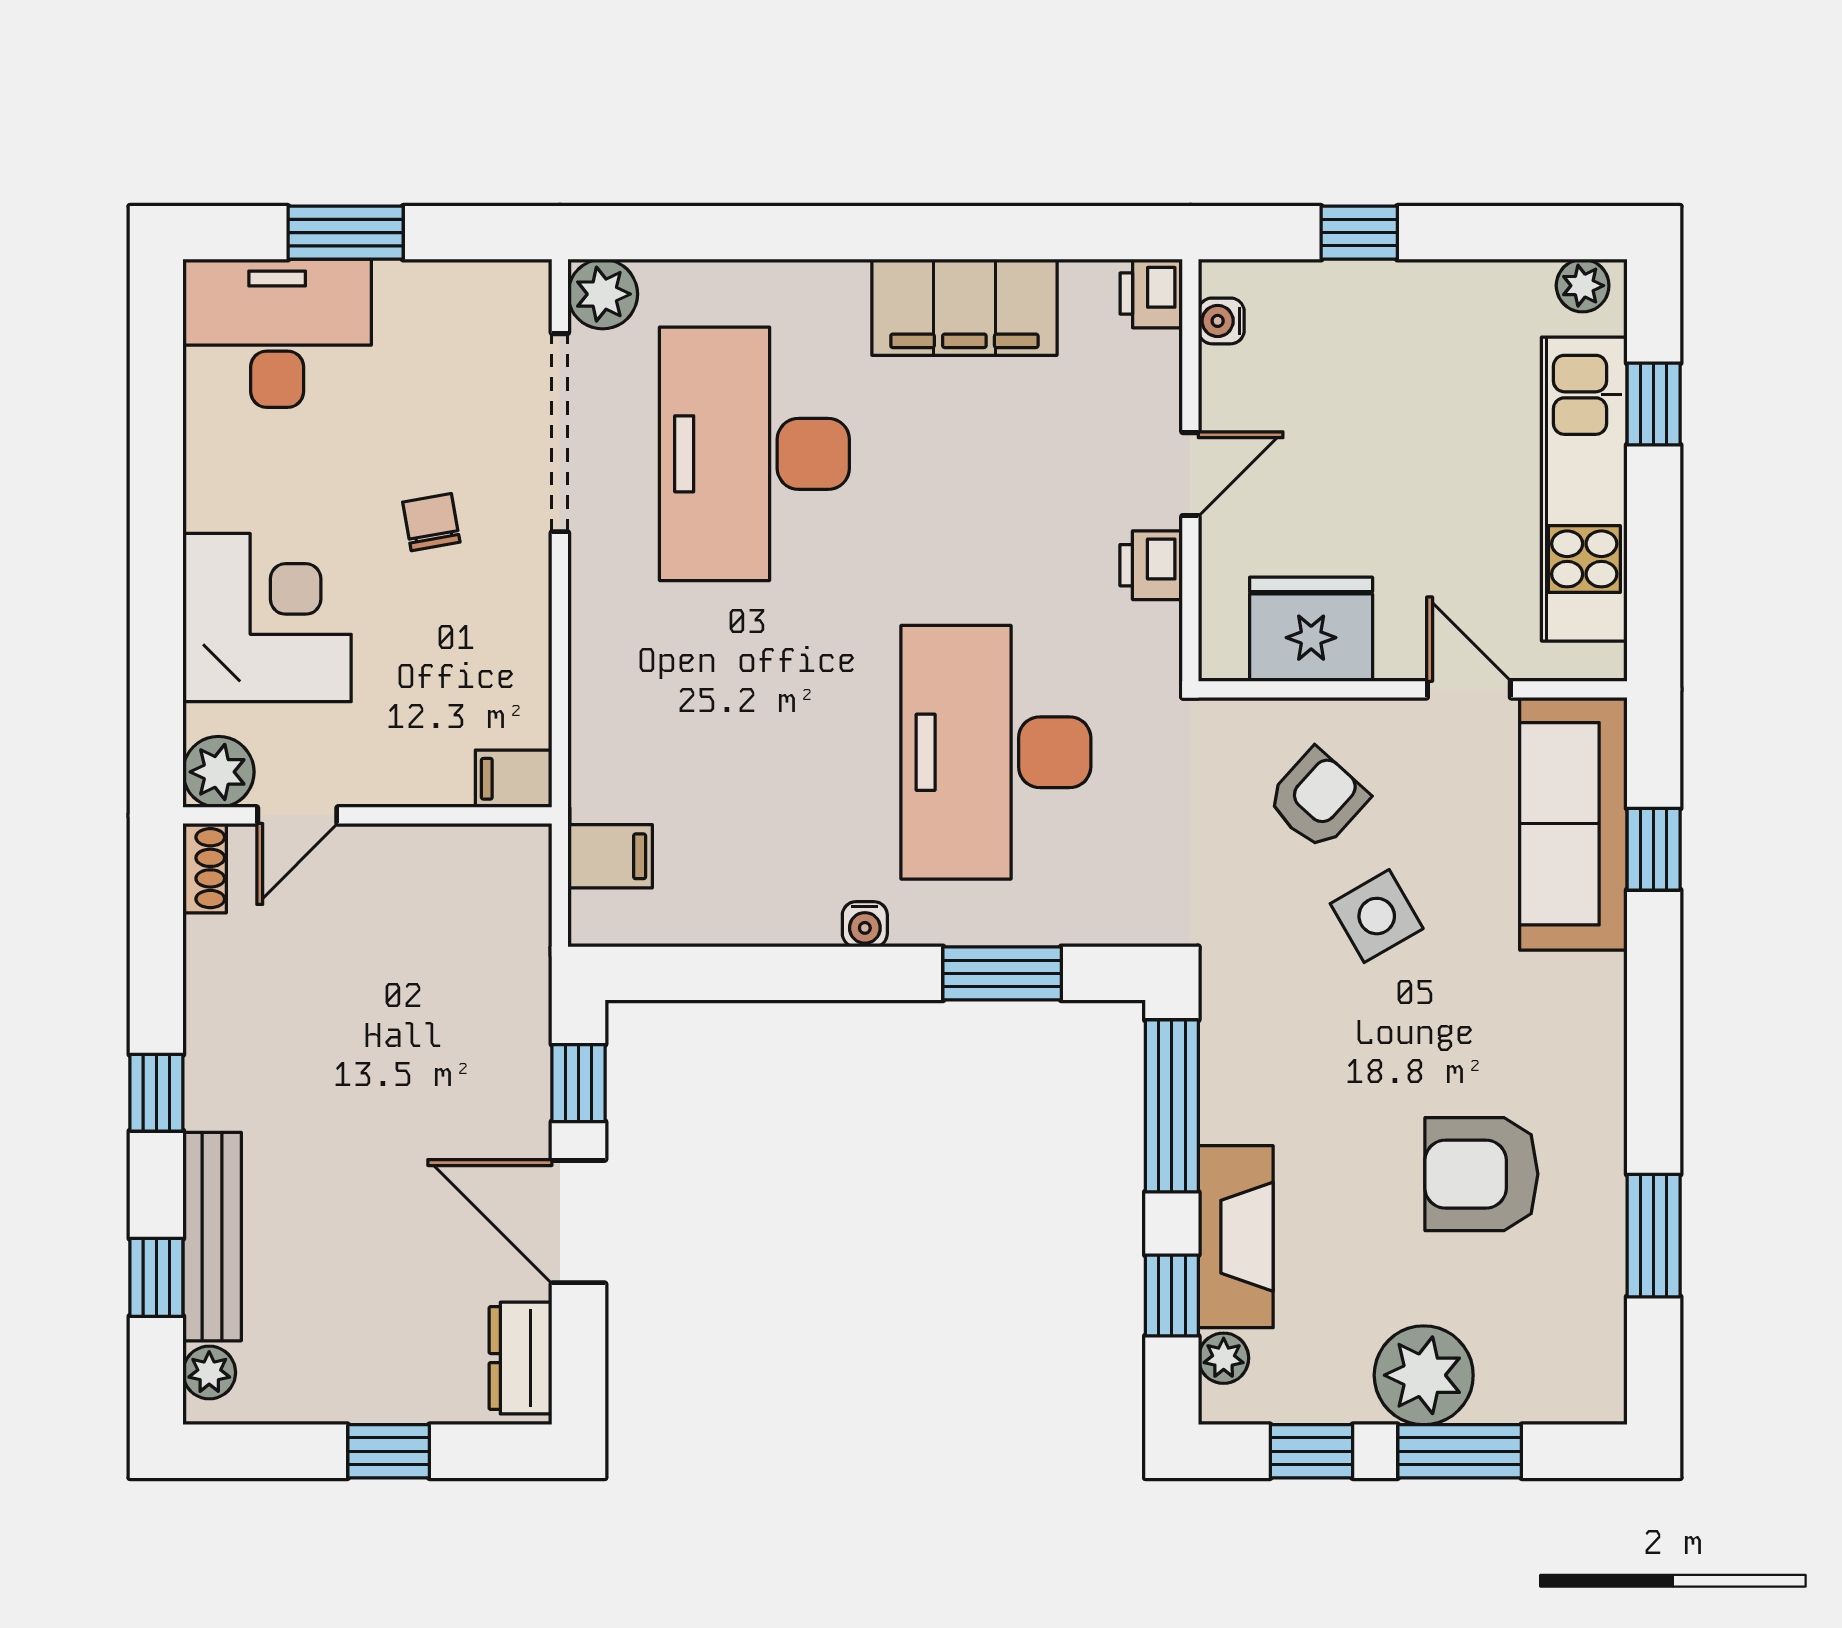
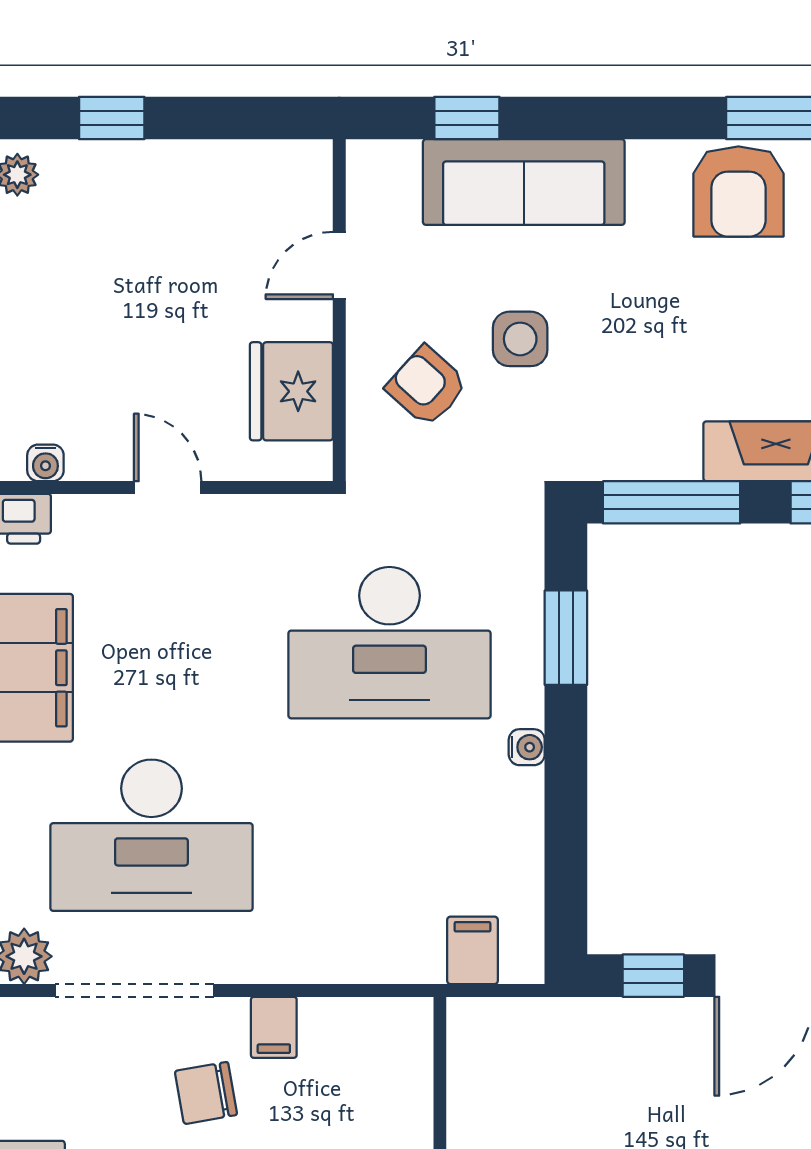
kitchen unit: (1584, 489) -> (180, 173), removed
chair: (431, 522) -> (206, 1093), width x1.37, depth x1.37
printer: (1151, 565) -> (240, 519), removed
filing cabinet: (514, 779) -> (274, 1027), moved
sofa: (1573, 824) -> (524, 182), moved
side table: (1377, 916) -> (520, 339), turned 30
armchair: (1481, 1174) -> (738, 191), moved

